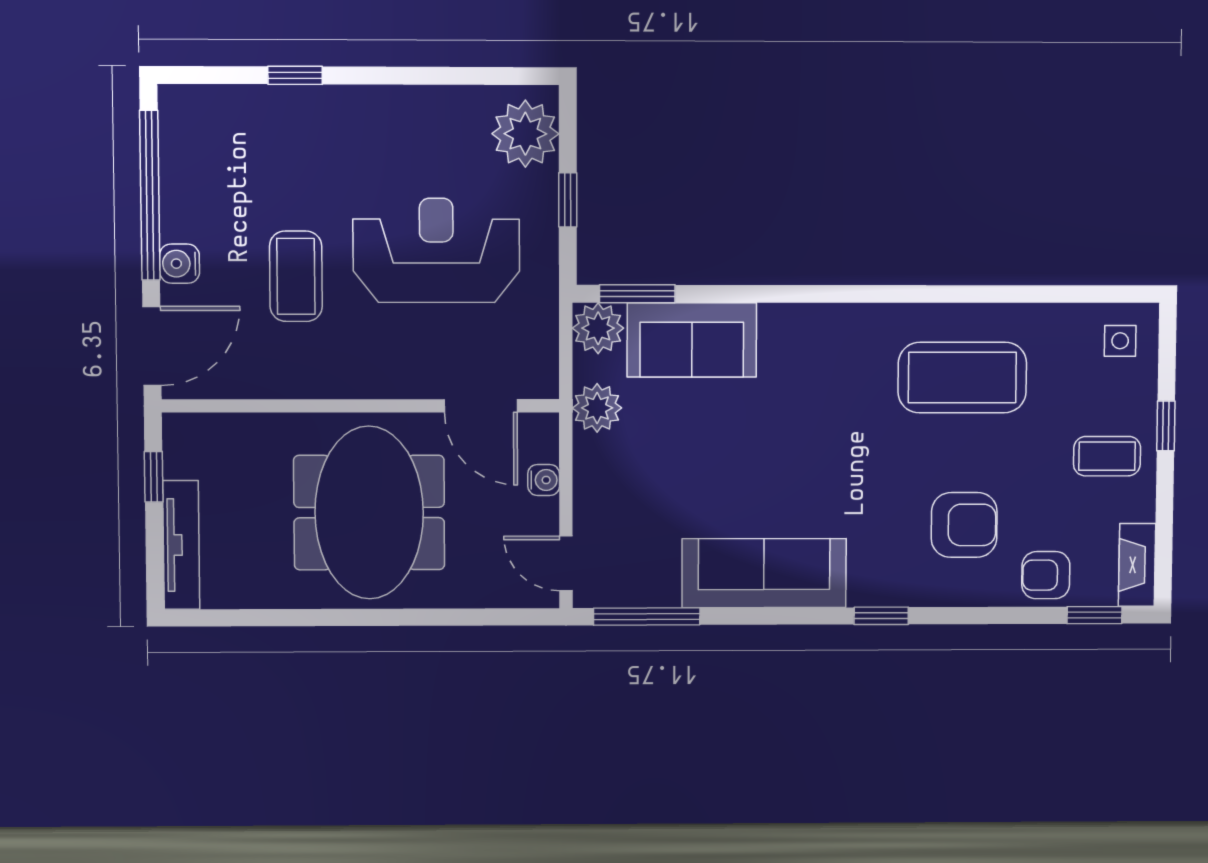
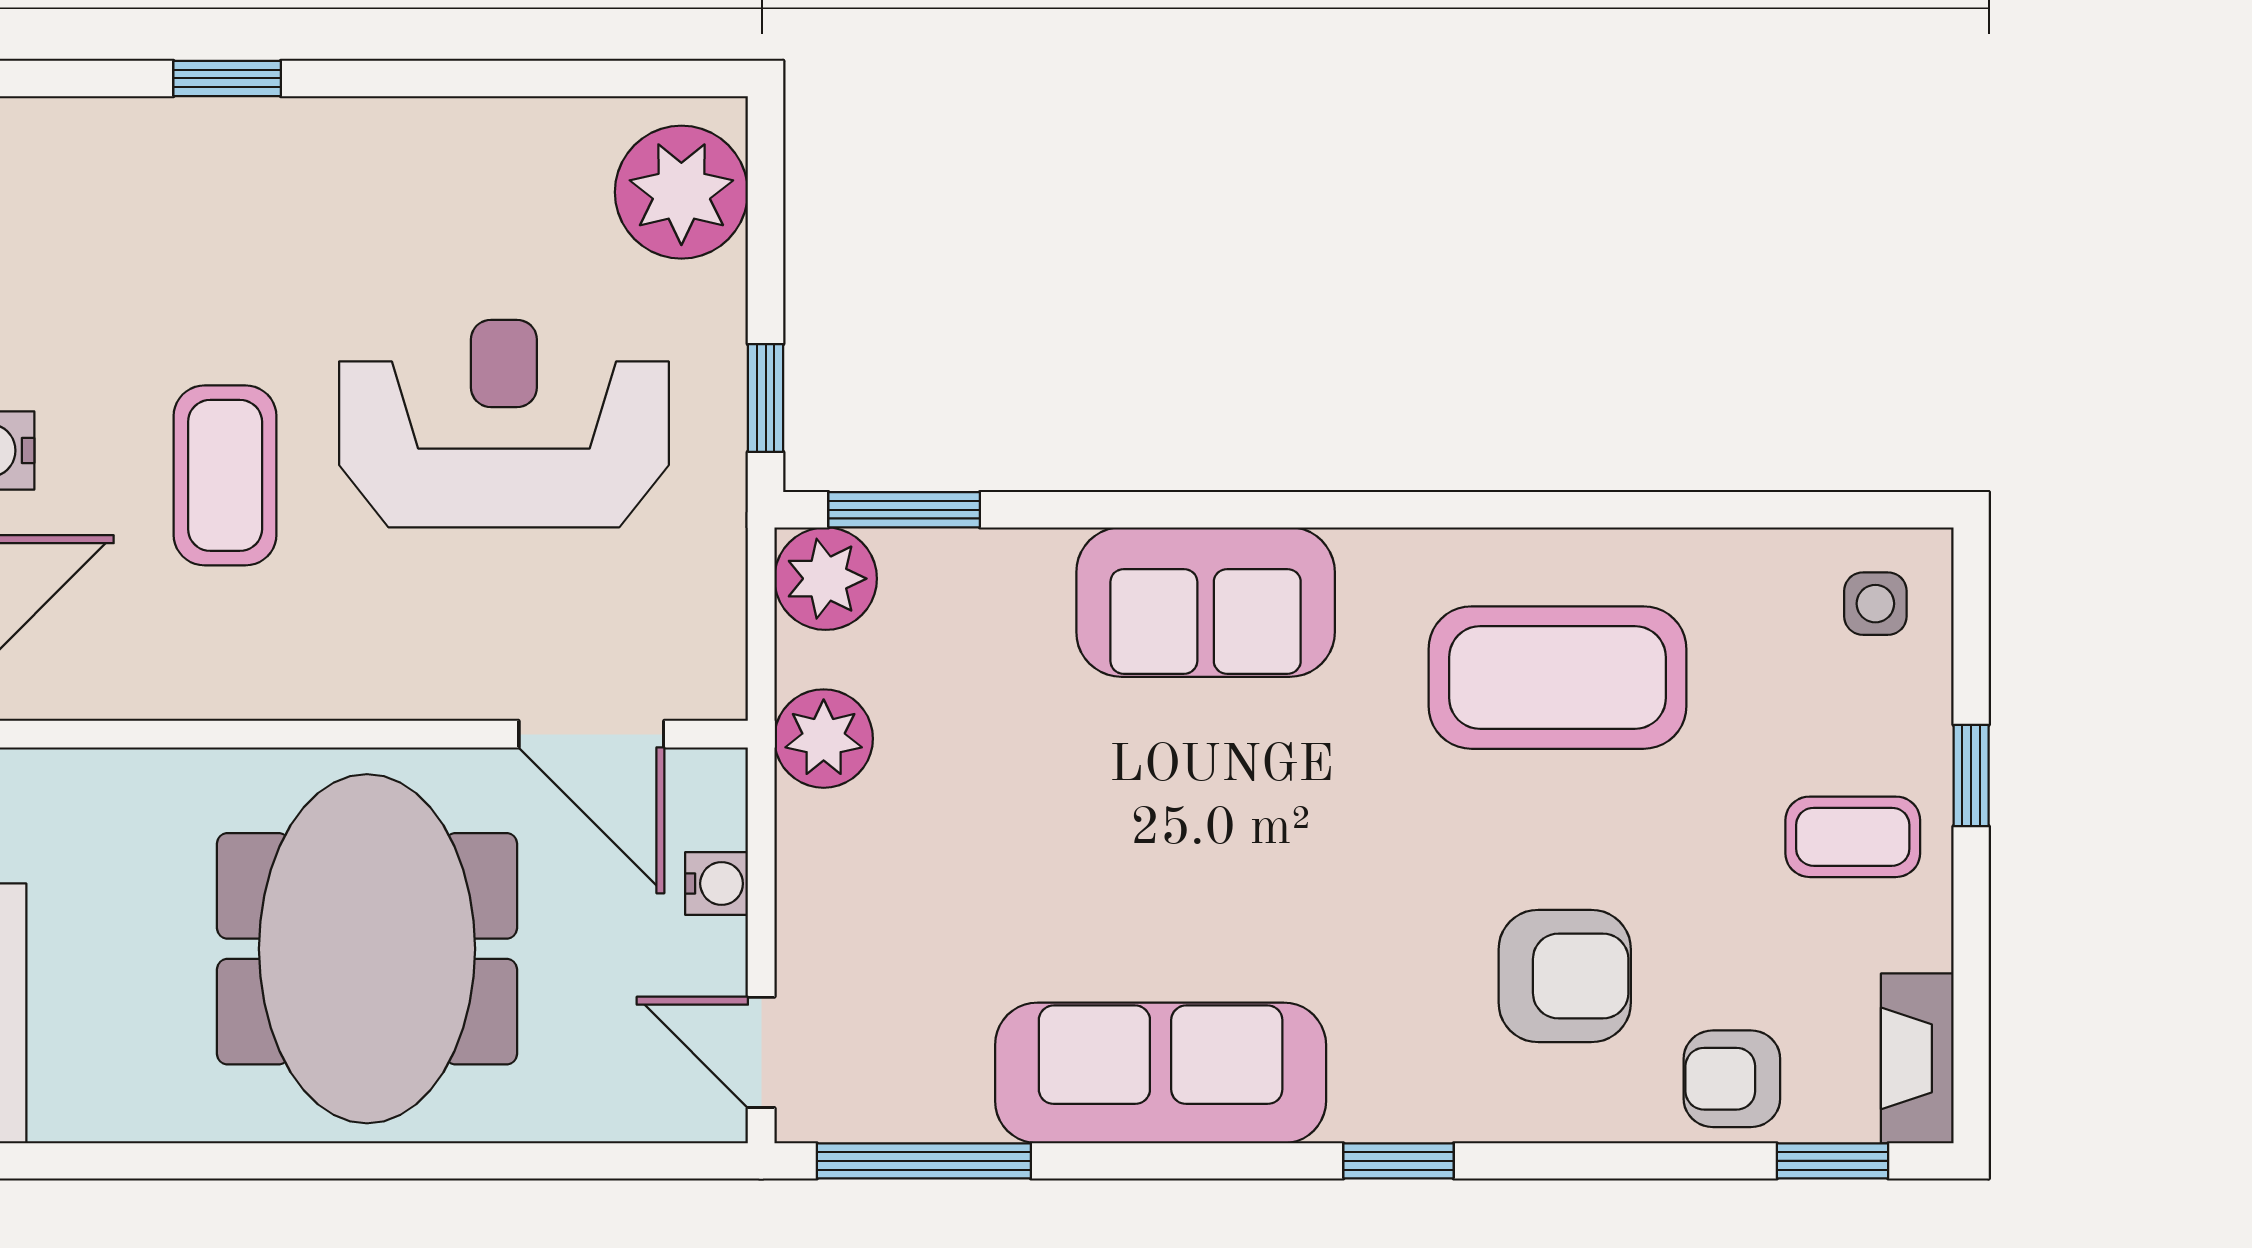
window: (568, 200) -> (766, 398), moved
sofa: (692, 340) -> (1206, 602), moved

